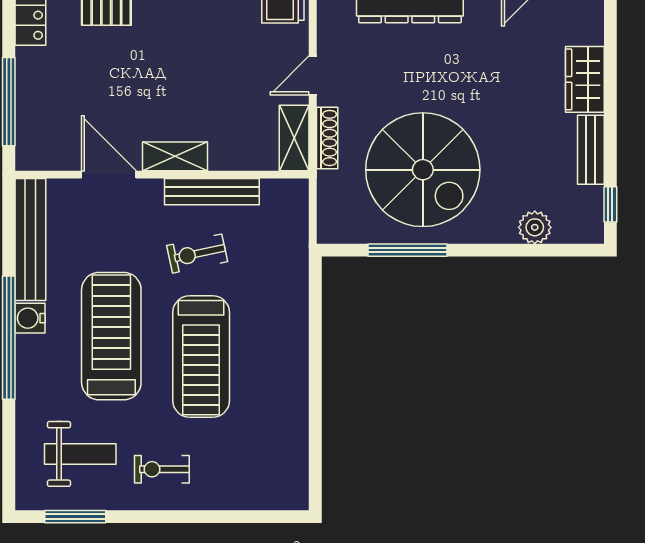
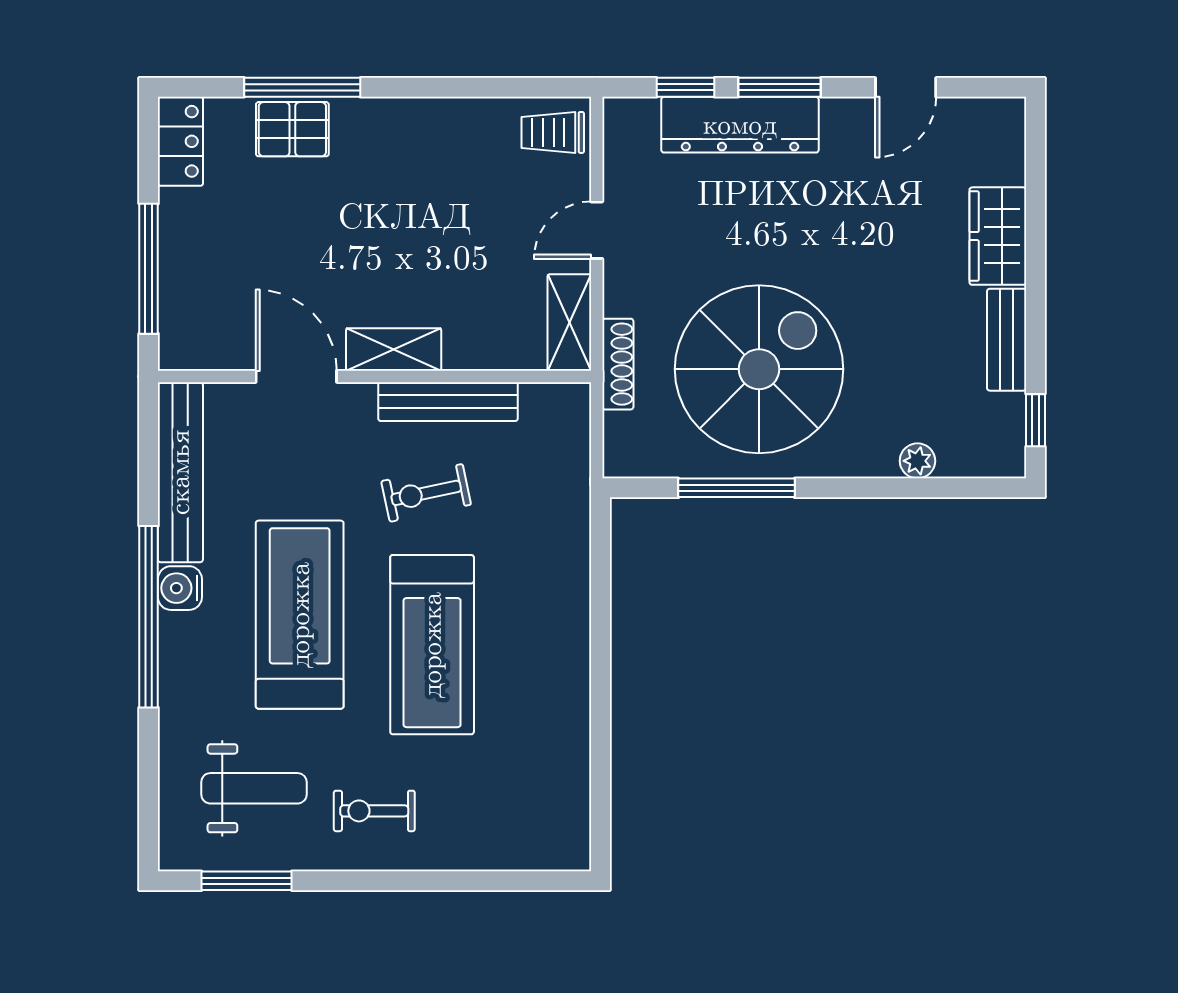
shoe rack: (327, 138) -> (618, 364), moved
spiral stairs: (423, 170) -> (759, 369), turned -90
plant: (535, 227) -> (917, 461), width x0.73, depth x0.73

